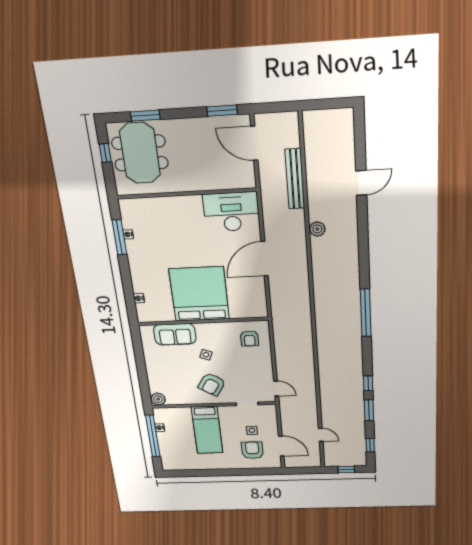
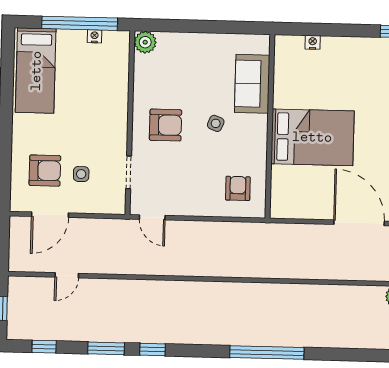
bed: (199, 294) -> (312, 137), width x0.73
armchair: (249, 338) -> (238, 188), turned 90
armchair: (212, 384) -> (166, 125), turned 148
door: (276, 389) -> (152, 217), hinge flipped
bed: (207, 430) -> (36, 71), moved, turned -90

